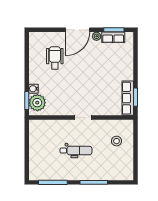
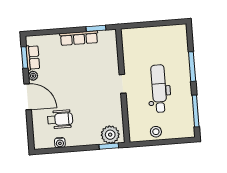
wheelchair: (55, 58) -> (60, 119), turned 180
water cooler: (34, 89) -> (60, 143), moved
row of seats: (128, 98) -> (79, 38), moved
stool: (116, 141) -> (156, 132), moved
dental chair: (76, 151) -> (159, 89), width x1.36, depth x1.38

